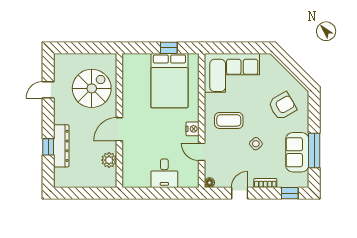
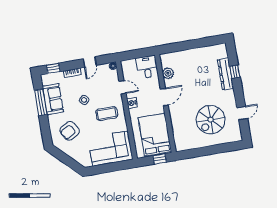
wall: (119, 120) -> (165, 103), moved
door: (119, 129) -> (164, 97), moved
plant: (109, 160) -> (168, 73), moved

